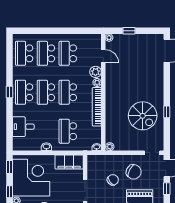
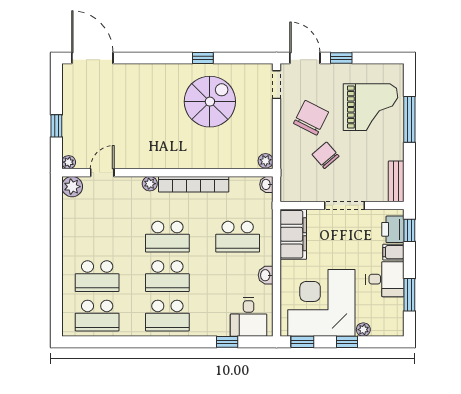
school desk: (68, 53) -> (97, 237), removed
plant: (96, 72) -> (72, 187), moved
window: (10, 92) -> (227, 342), moved
desk: (23, 127) -> (249, 317), moved

